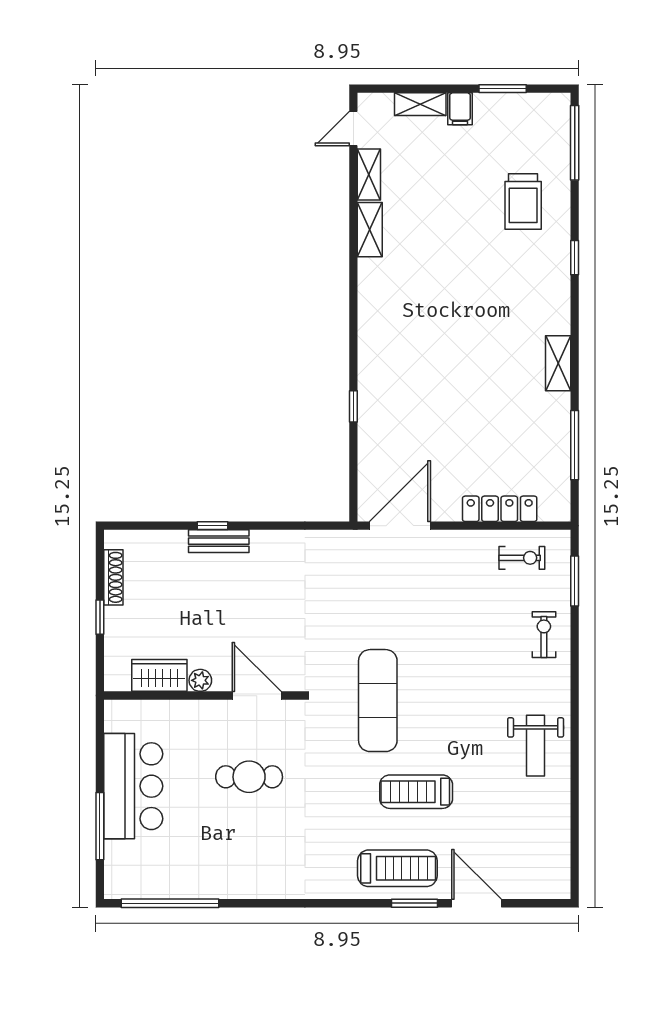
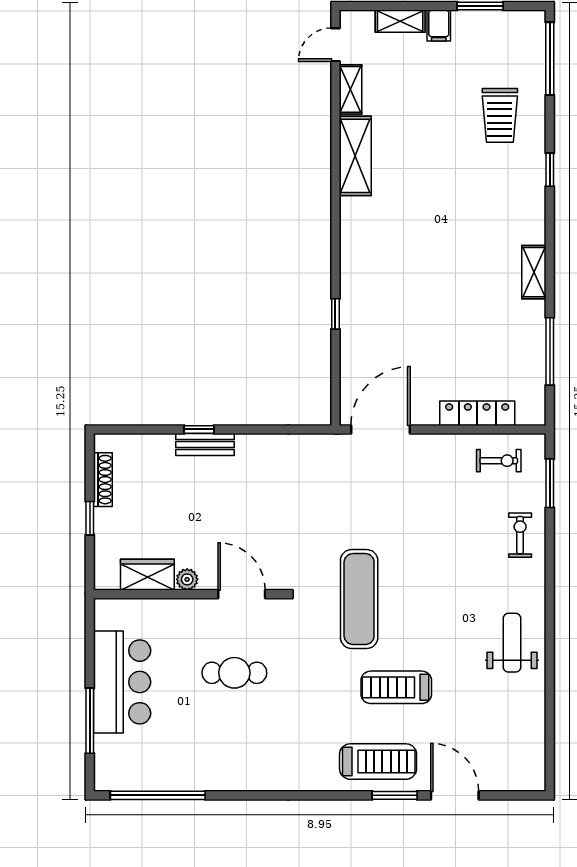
shelving: (370, 230) -> (355, 156), width x1.50, depth x1.33
weight bench: (536, 746) -> (512, 643), turned 180

